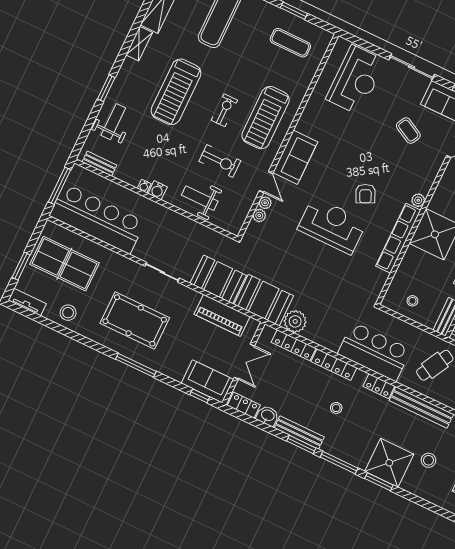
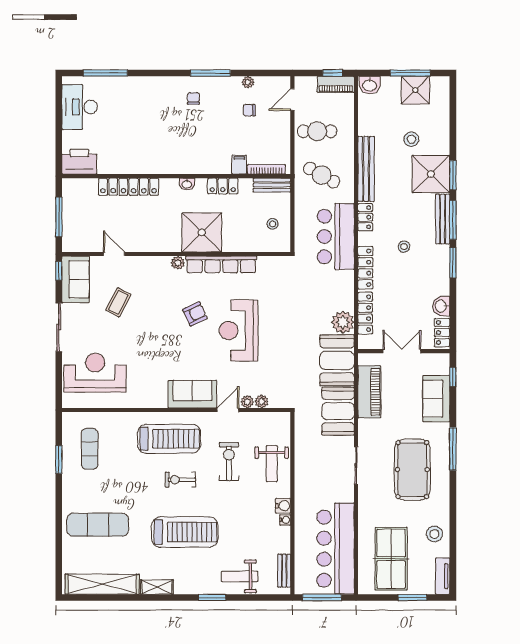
sofa: (207, 381) -> (436, 399), moved
bench: (299, 432) -> (443, 219), moved

